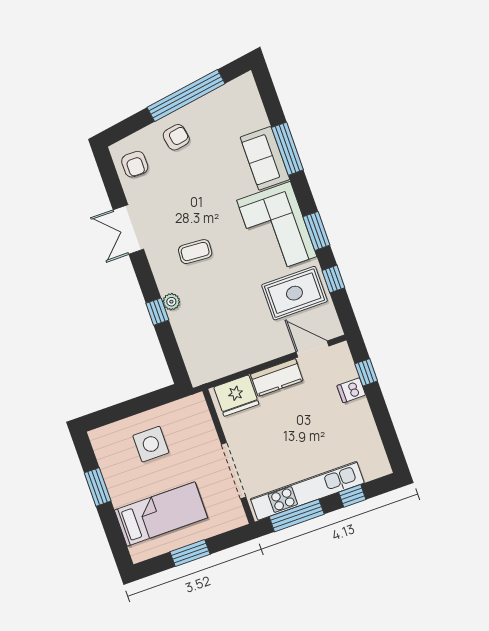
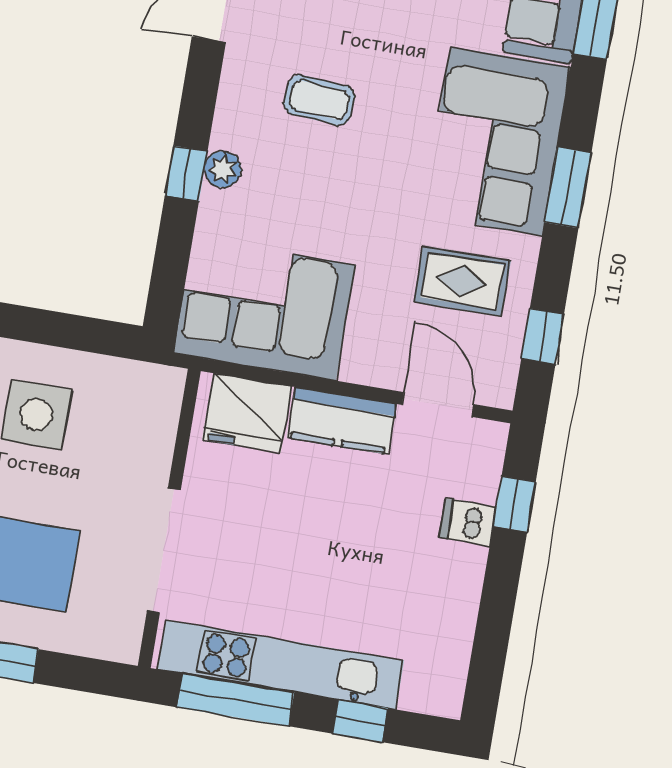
window: (333, 279) -> (543, 336), moved
rug: (294, 293) -> (462, 281), width x0.73, depth x0.70
corner sofa: (220, 349) -> (264, 309), added

